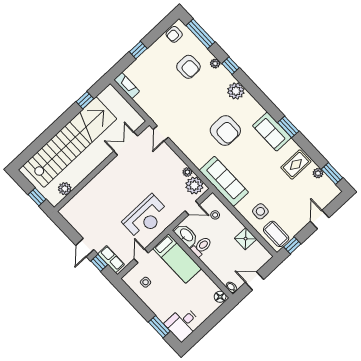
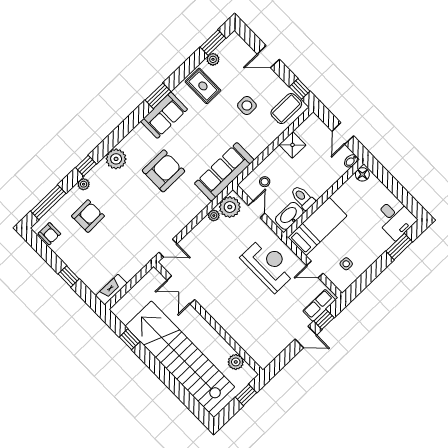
side table: (260, 211) -> (247, 106), moved

